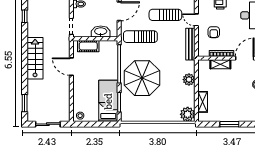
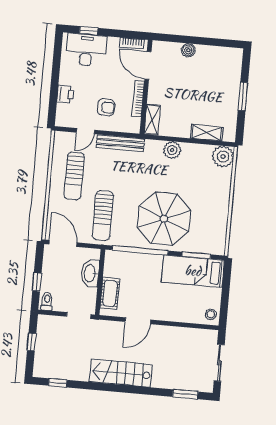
shelving: (220, 64) -> (152, 120), moved

